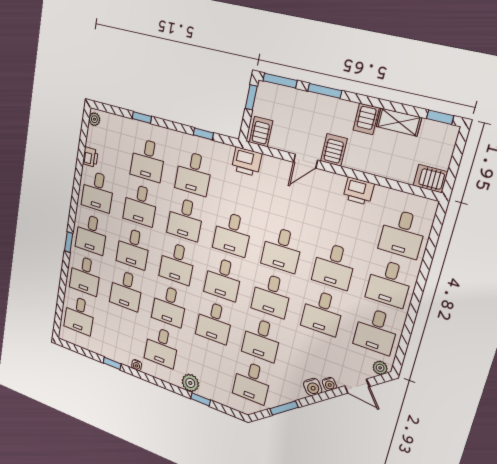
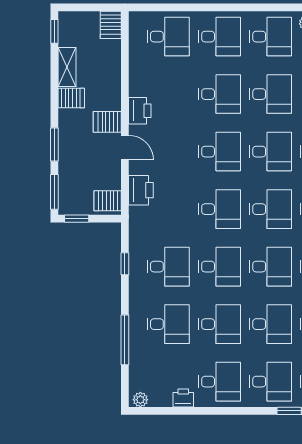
window: (142, 117) -> (125, 340), width x2.17
printer: (247, 162) -> (141, 190), moved
printer: (359, 191) -> (140, 111), moved

